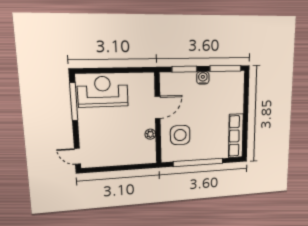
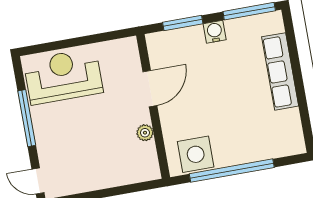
window: (74, 102) -> (27, 118), moved
side table: (180, 135) -> (196, 154), moved
row of seats: (236, 136) -> (280, 71), moved

